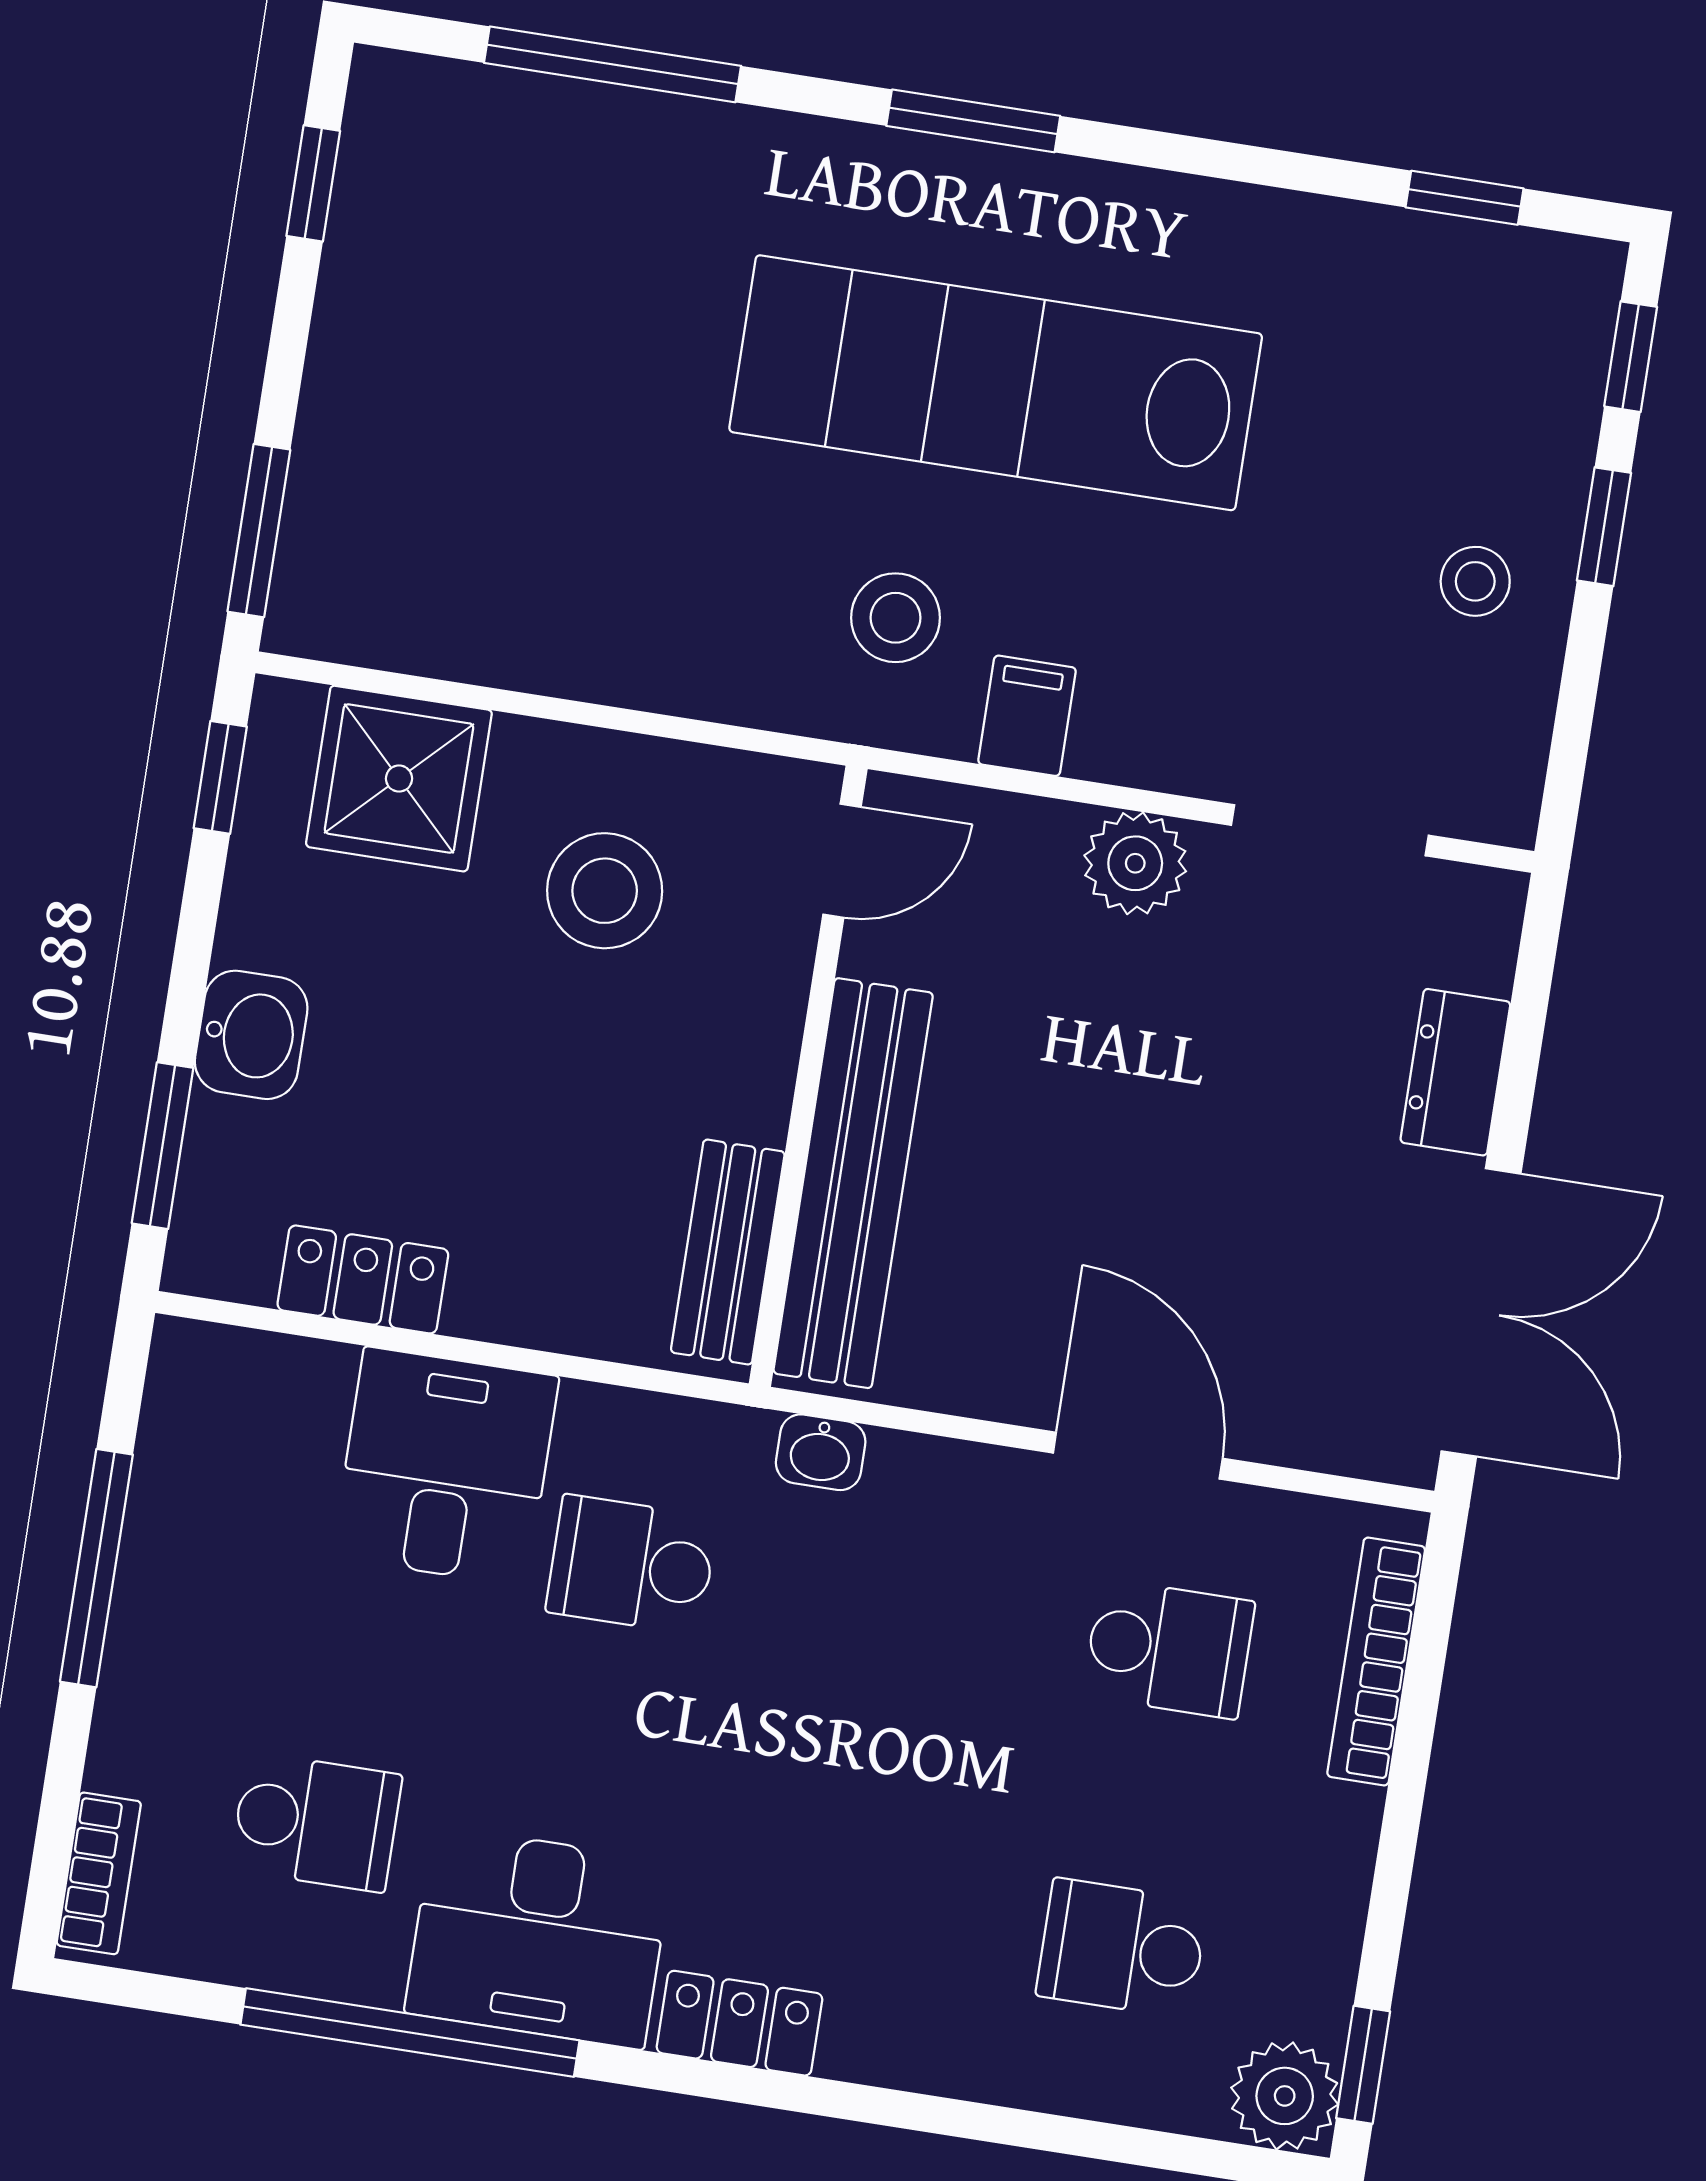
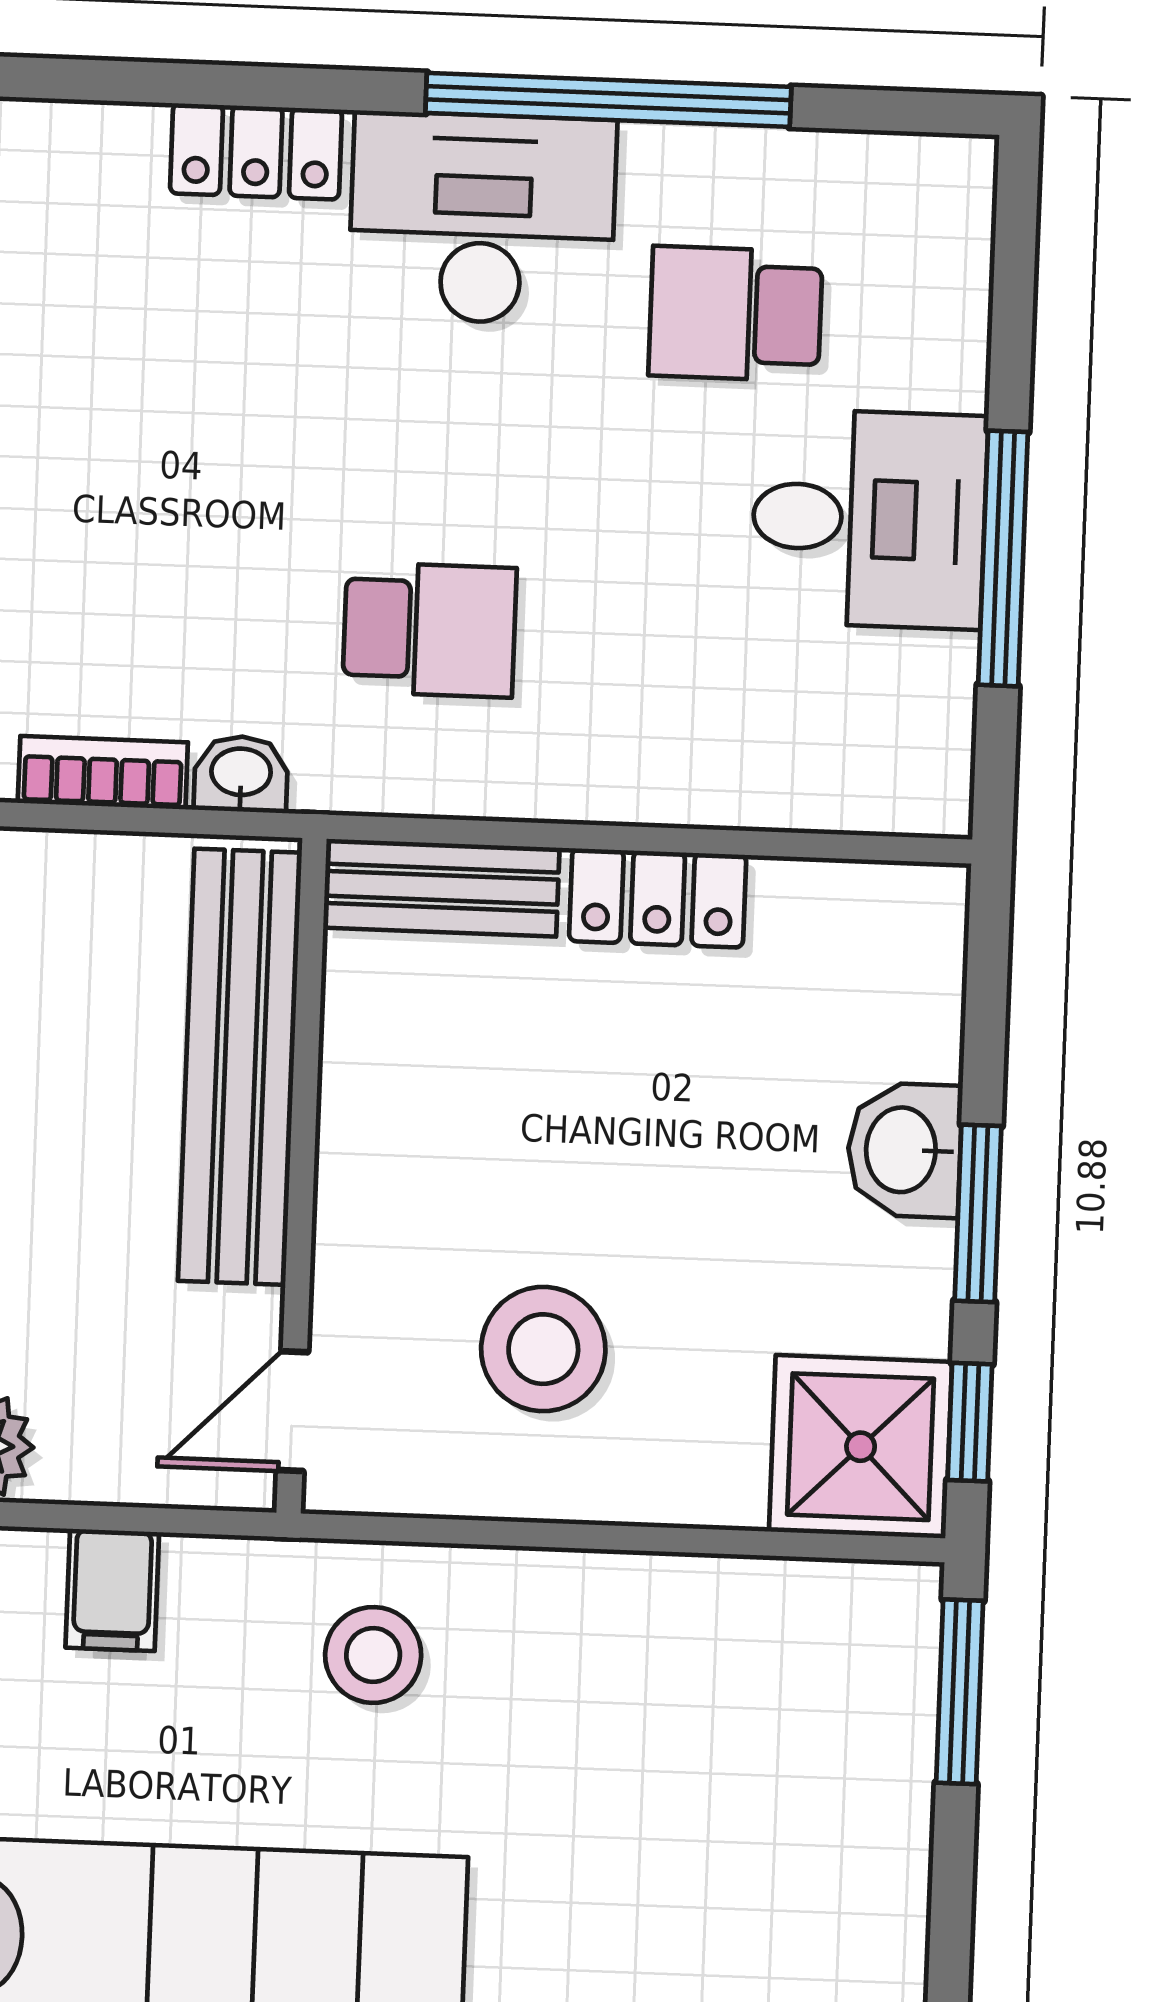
stool: (896, 618) -> (373, 1655), moved
shower: (399, 779) -> (861, 1447), moved
window: (163, 1146) -> (978, 1213), moved
bench: (728, 1252) -> (441, 888), moved, turned 90
locker: (363, 1279) -> (658, 898), moved
desk: (445, 1467) -> (869, 519), moved, turned -90
bookcase: (99, 1873) -> (103, 773), moved, turned 90

